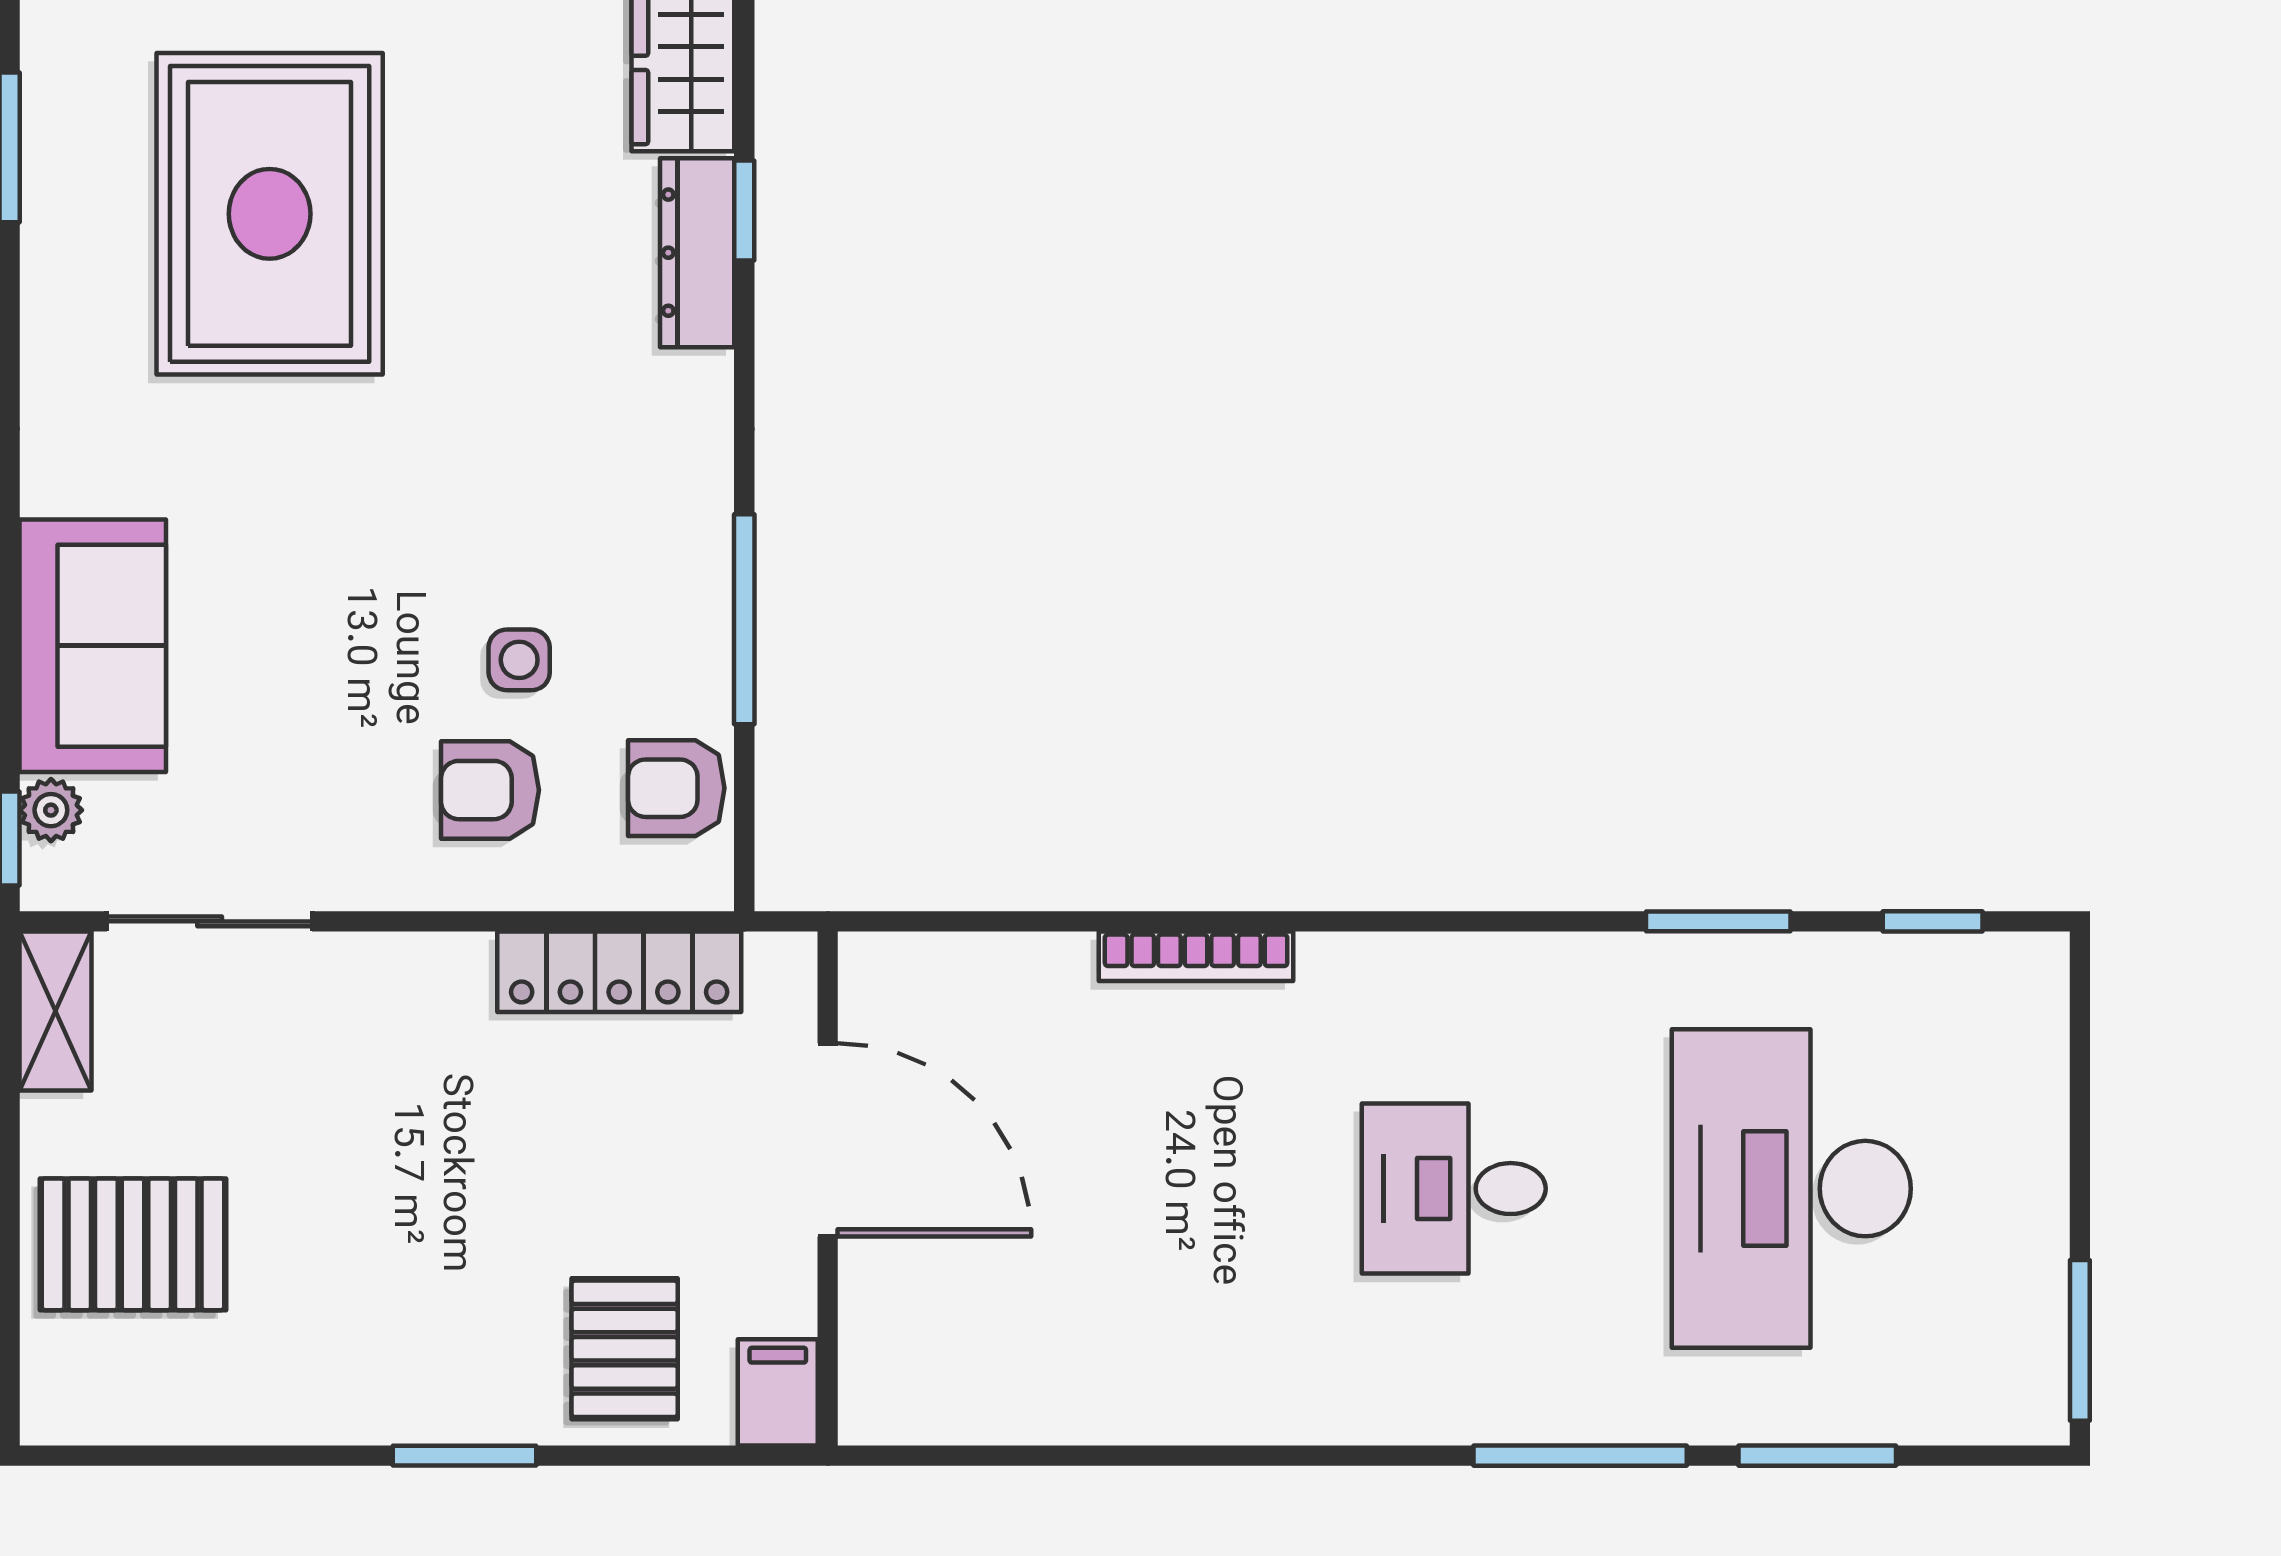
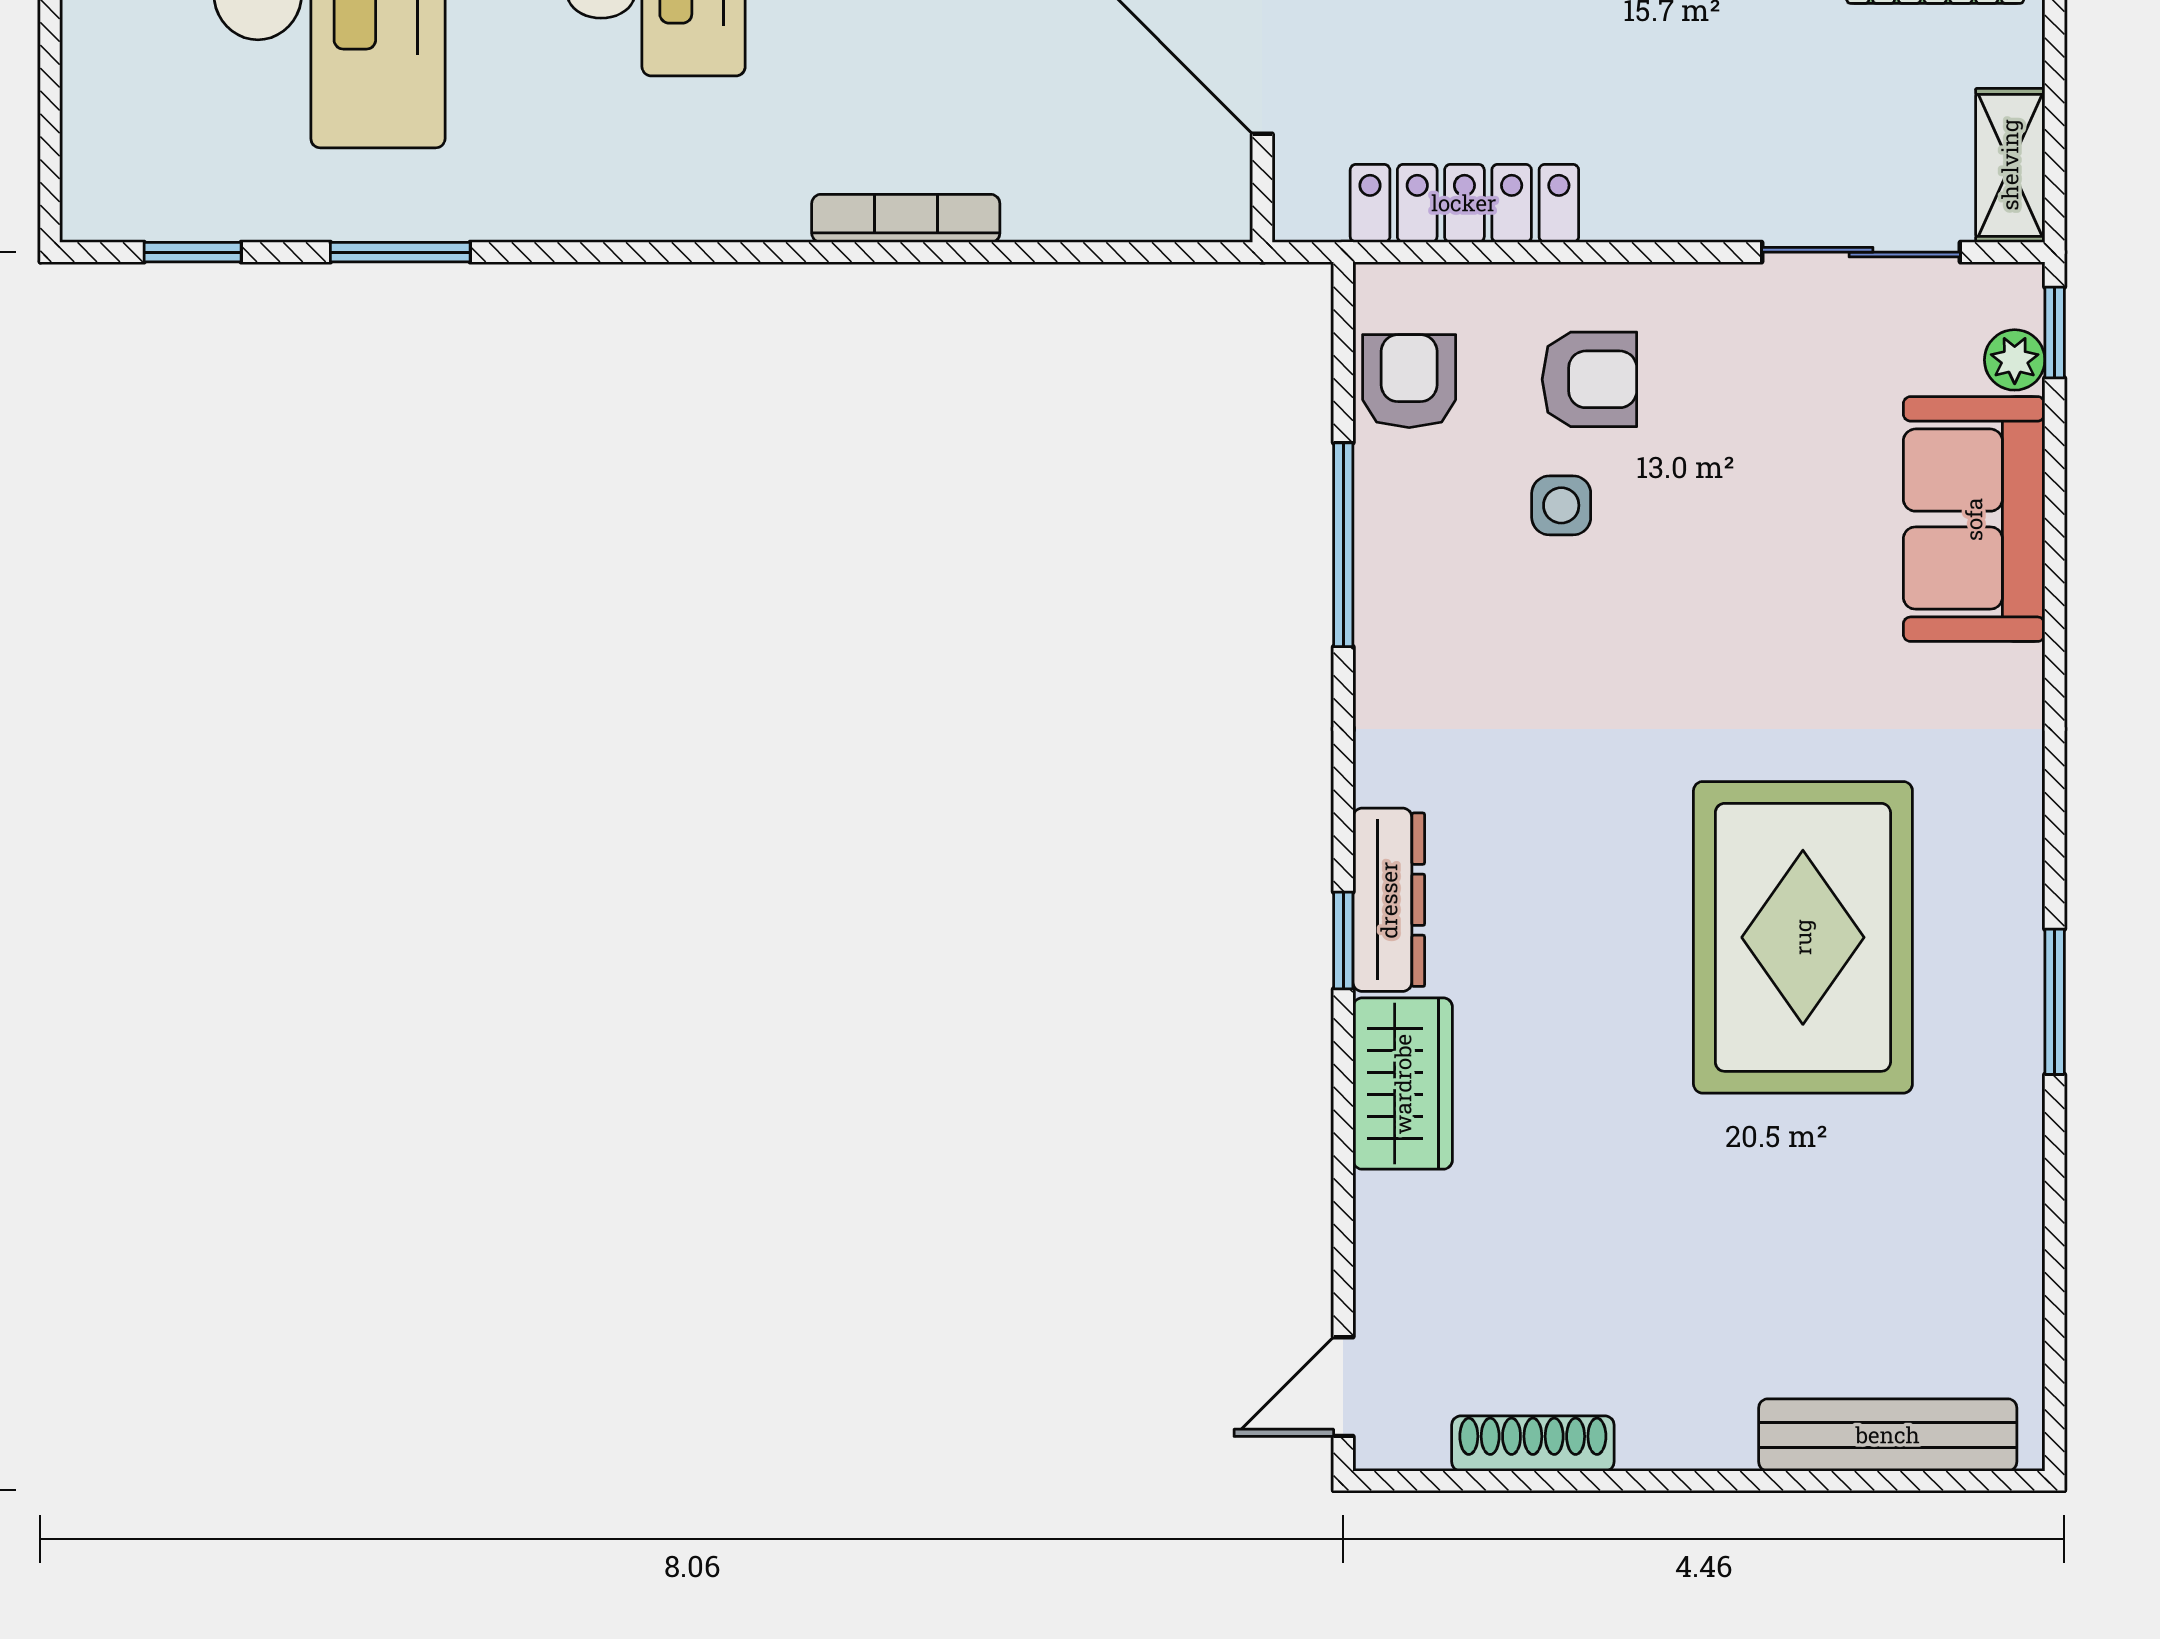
armchair: (676, 788) -> (1409, 381), turned -90

